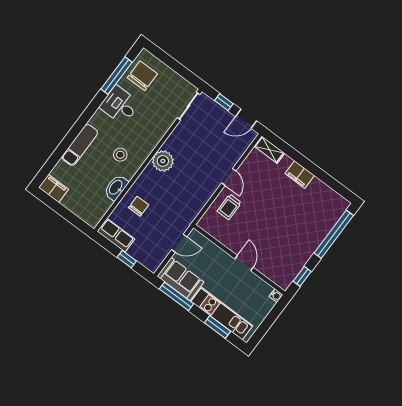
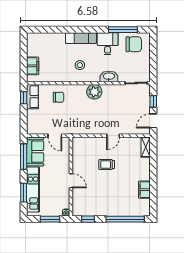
door: (246, 119) -> (153, 121), hinge flipped
exam couch: (80, 145) -> (81, 38), moved
filing cabinet: (300, 175) -> (144, 190), moved
washbasin: (116, 187) -> (109, 76), moved
filing cabinet: (54, 188) -> (33, 66), moved
trolley: (229, 207) -> (107, 165), moved
window: (127, 259) -> (24, 98), moved
door: (244, 263) -> (71, 181), hinge flipped
window: (270, 320) -> (50, 219), added

